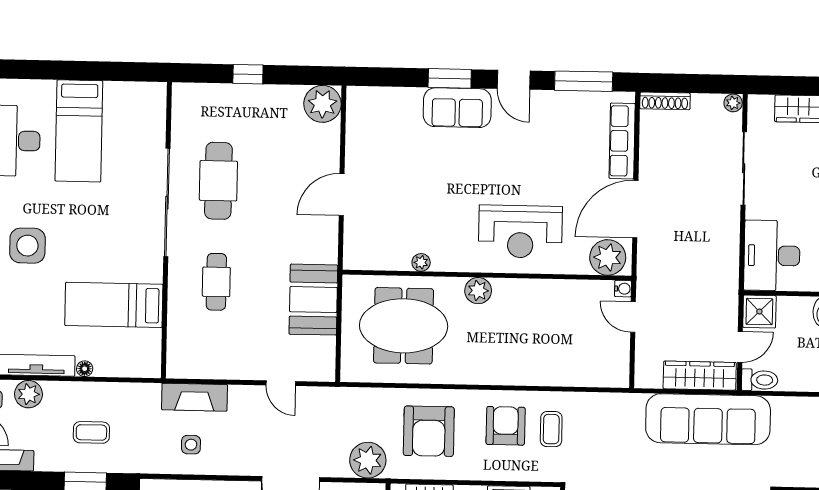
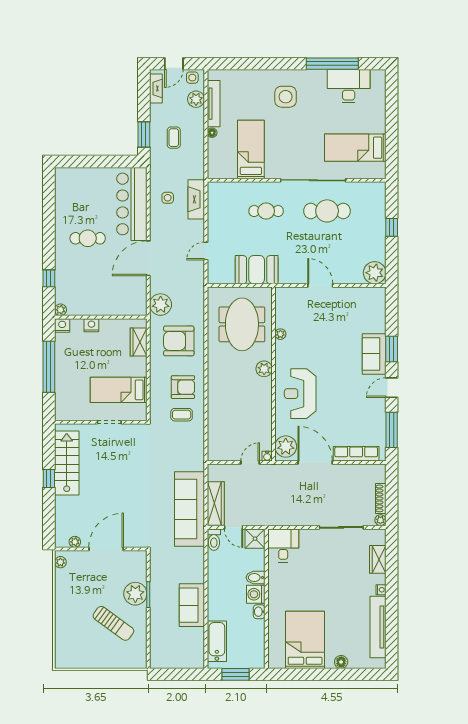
shoe rack: (665, 101) -> (381, 498), moved
bed: (79, 131) -> (355, 148), moved
desk: (772, 256) -> (283, 545), width x0.73

